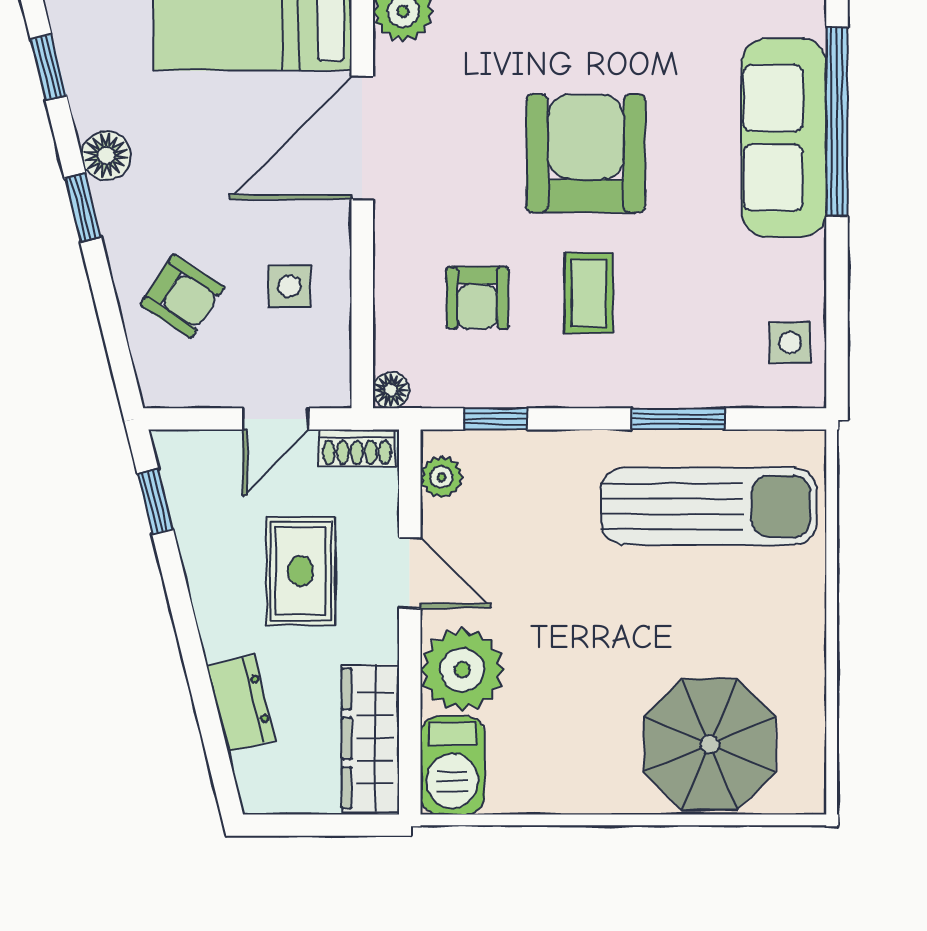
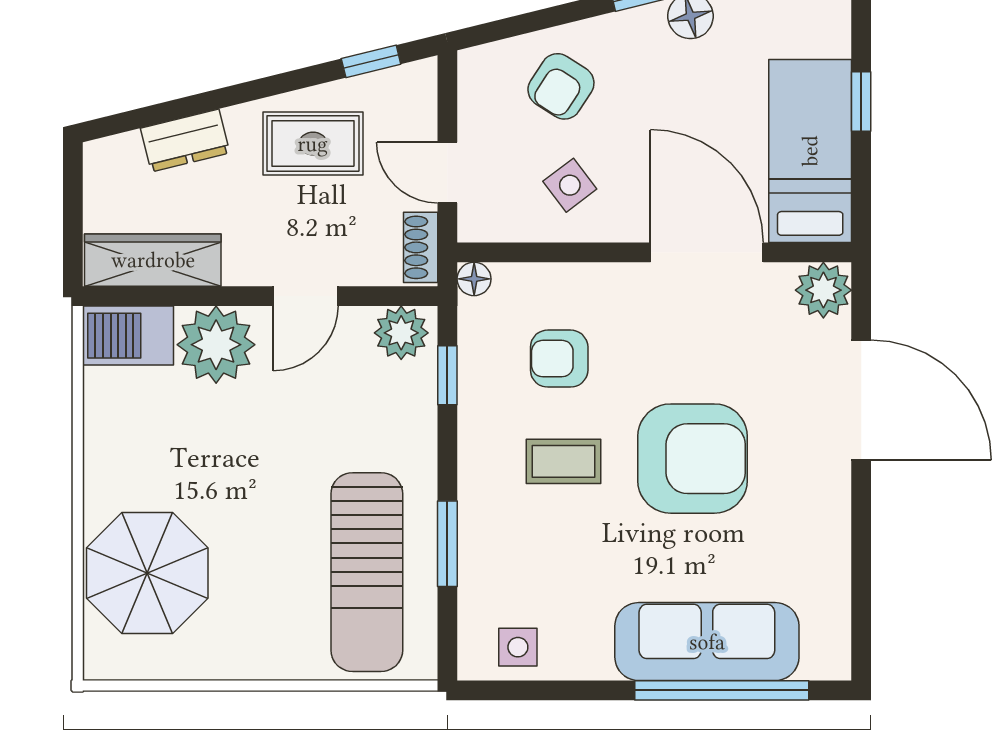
side table: (289, 286) -> (570, 185), turned -37
plant: (441, 477) -> (401, 333), width x1.38, depth x1.38
rug: (301, 571) -> (313, 144), moved

